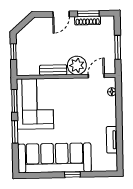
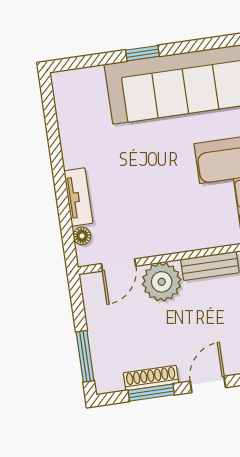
window: (118, 47) -> (85, 356), moved
tv unit: (112, 140) -> (78, 197), moved

